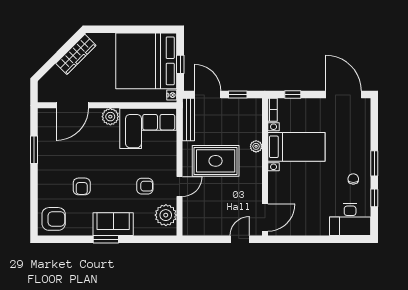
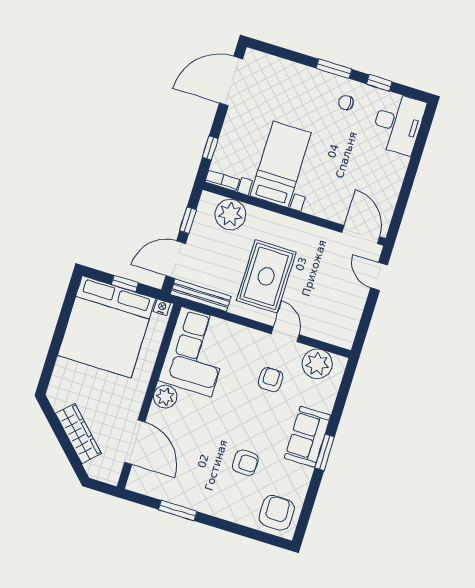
wardrobe: (76, 54) -> (78, 434), moved
plant: (256, 146) -> (230, 214), moved, width x1.88, depth x1.88

